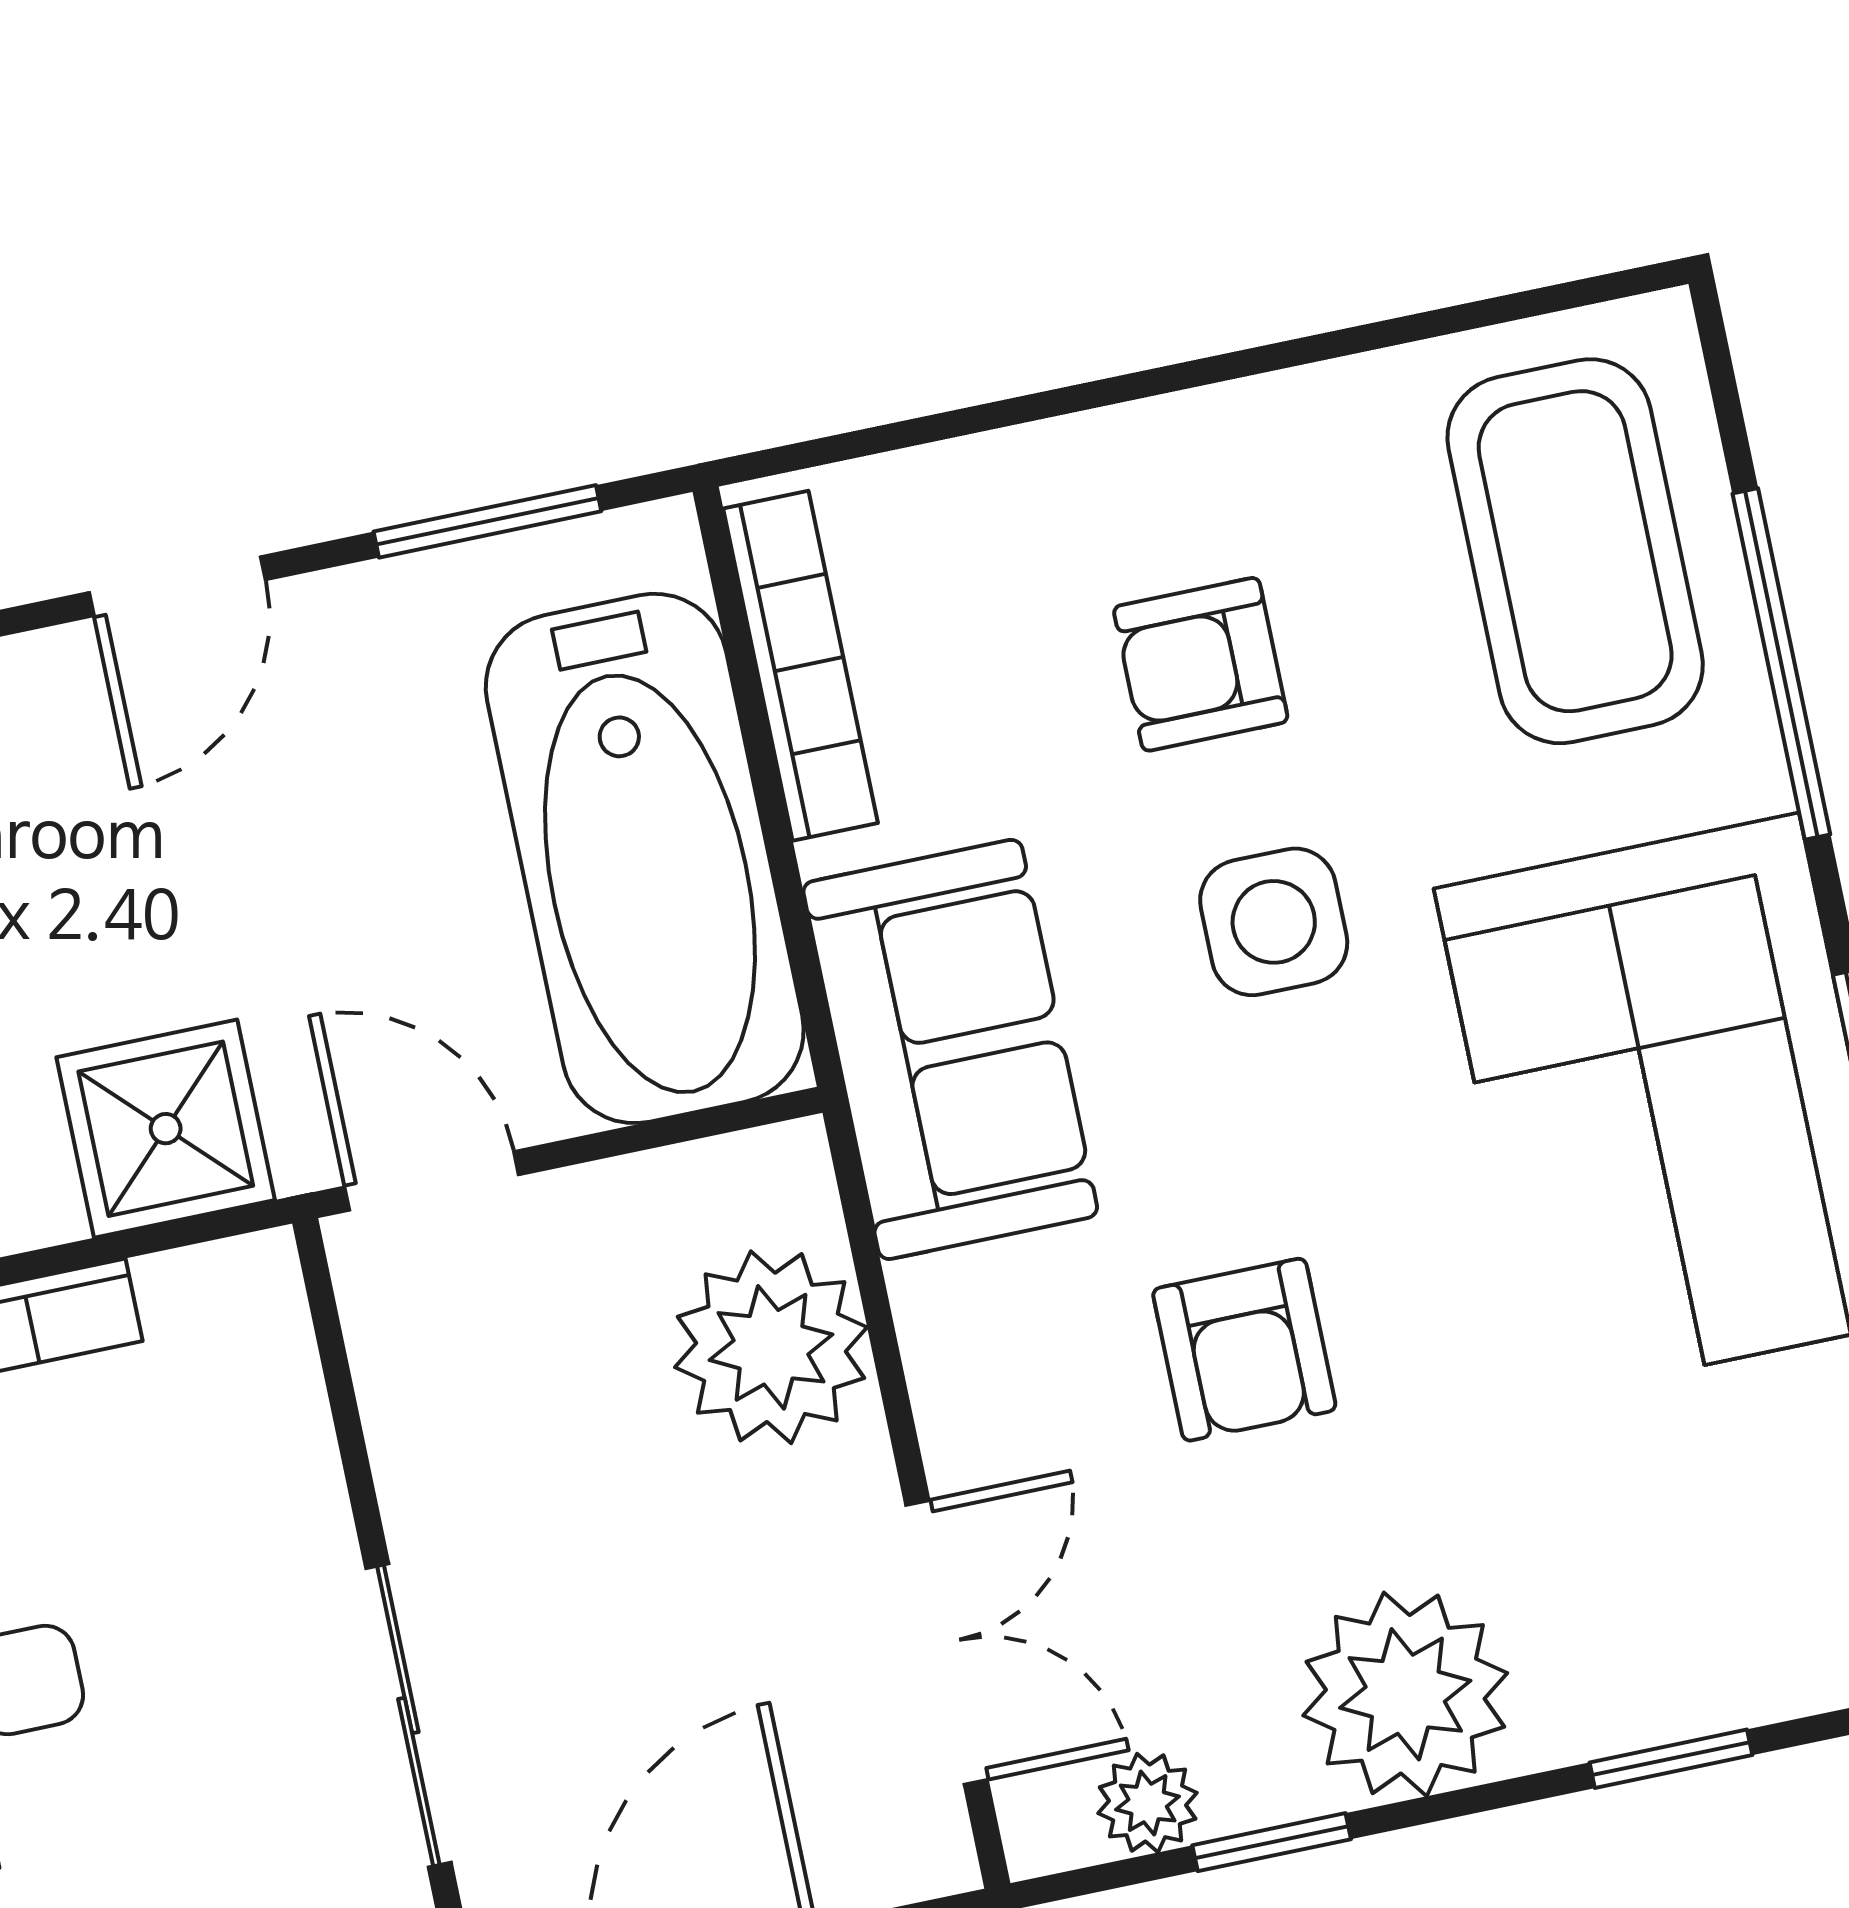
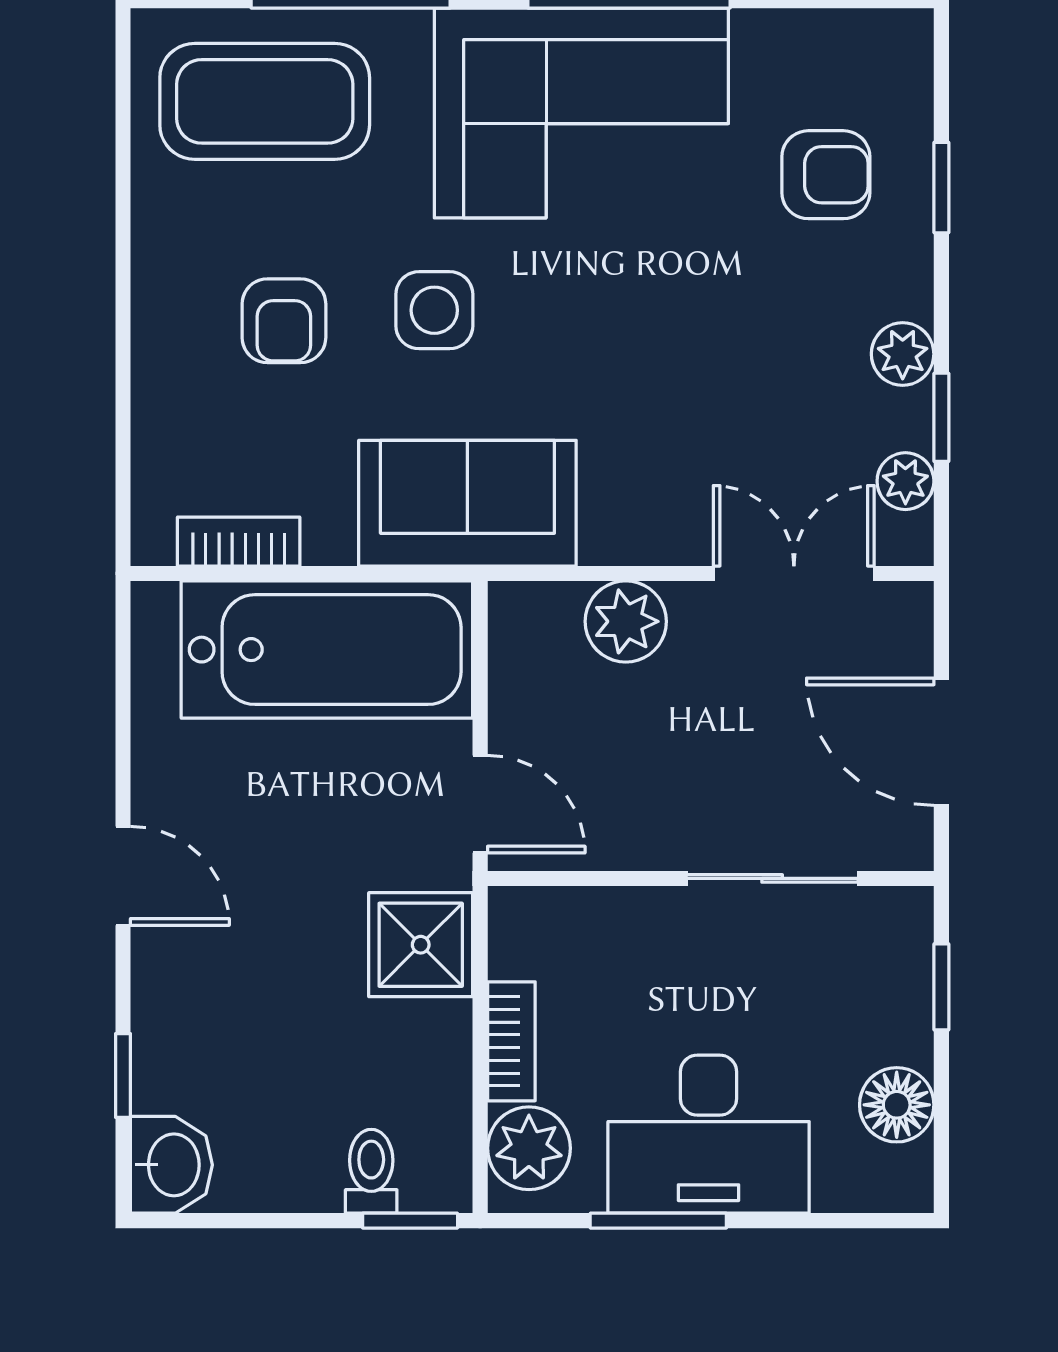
window: (487, 521) -> (123, 697), removed
bookcase: (800, 666) -> (239, 542), width x0.64
door: (432, 1181) -> (480, 804), swing flipped
plant: (771, 1347) -> (626, 621), width x0.73, depth x0.73
armchair: (1244, 1350) -> (826, 175), moved
plant: (1405, 1694) -> (903, 354), width x0.53, depth x0.53

